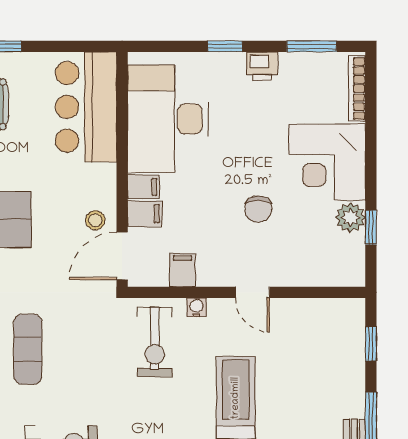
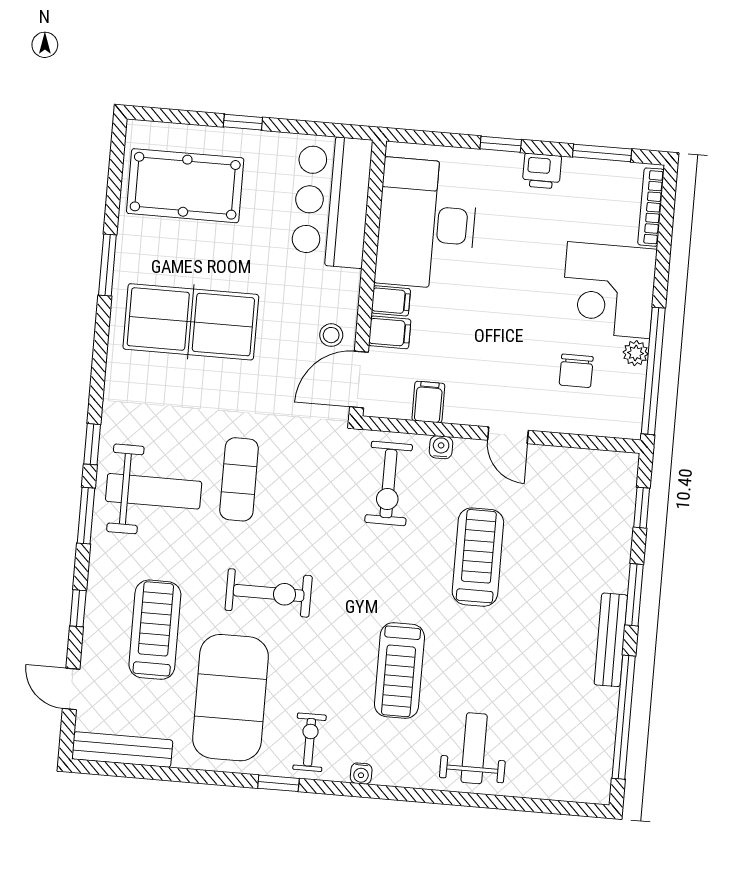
chair: (258, 209) -> (576, 371), moved
plant: (350, 217) -> (636, 353), width x0.73, depth x0.73
window: (371, 227) -> (653, 371), width x3.17

